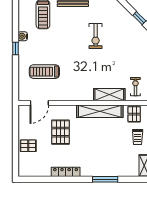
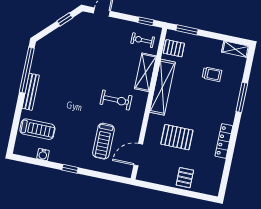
water cooler: (23, 36) -> (43, 155), moved
exercise bike: (96, 36) -> (116, 100), moved
door: (39, 103) -> (138, 155), swing flipped
trolley: (138, 137) -> (212, 74), moved

